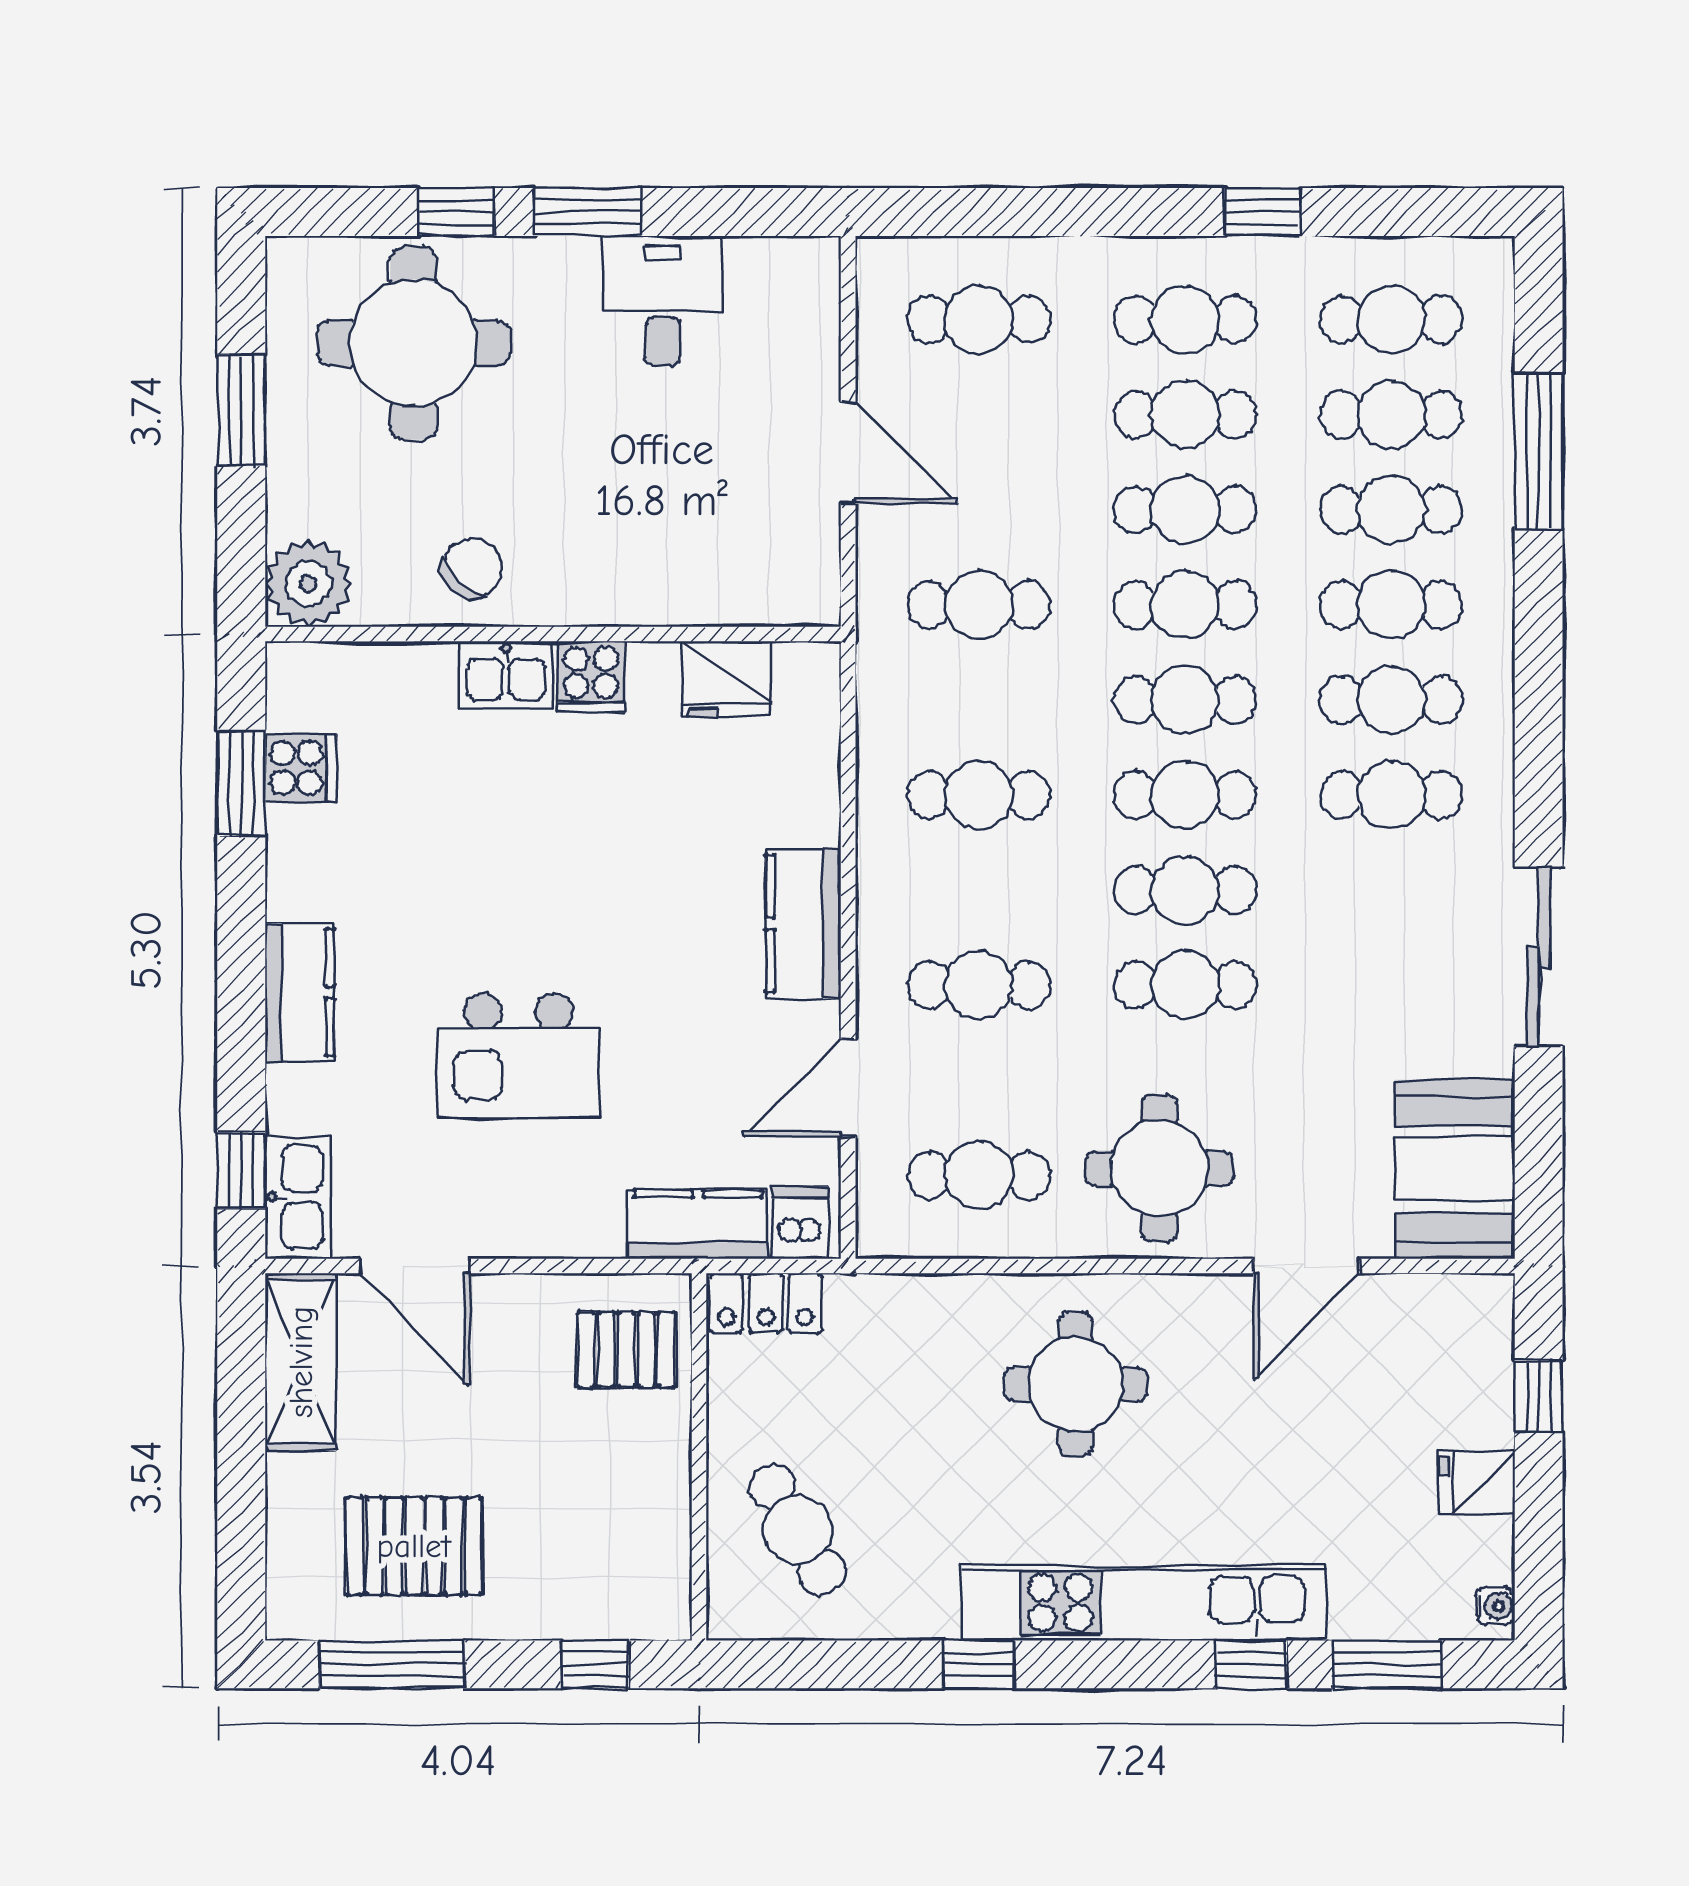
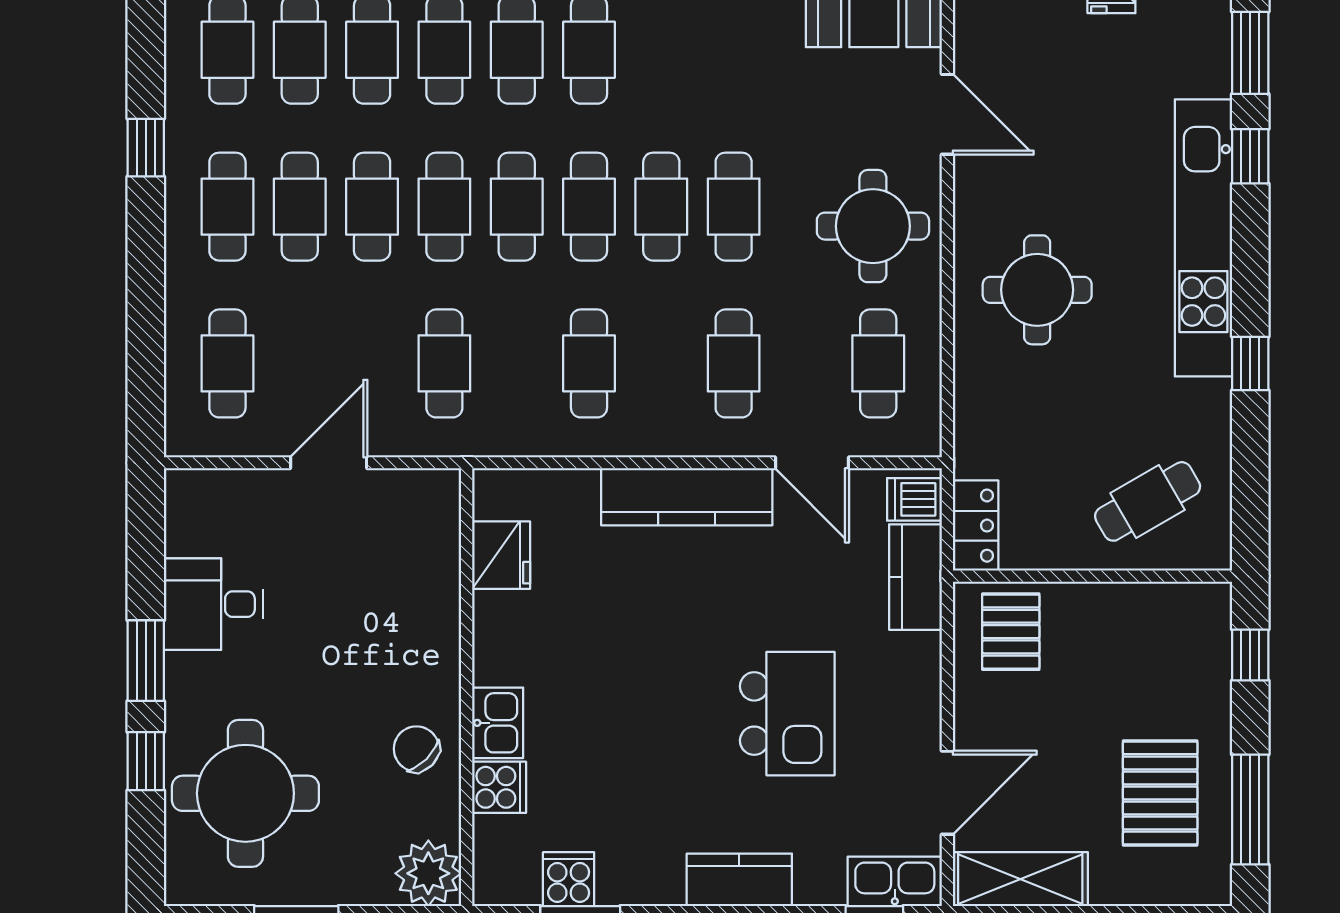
cooker: (591, 677) -> (499, 787), moved
kitchen counter: (803, 923) -> (687, 497), width x1.50

